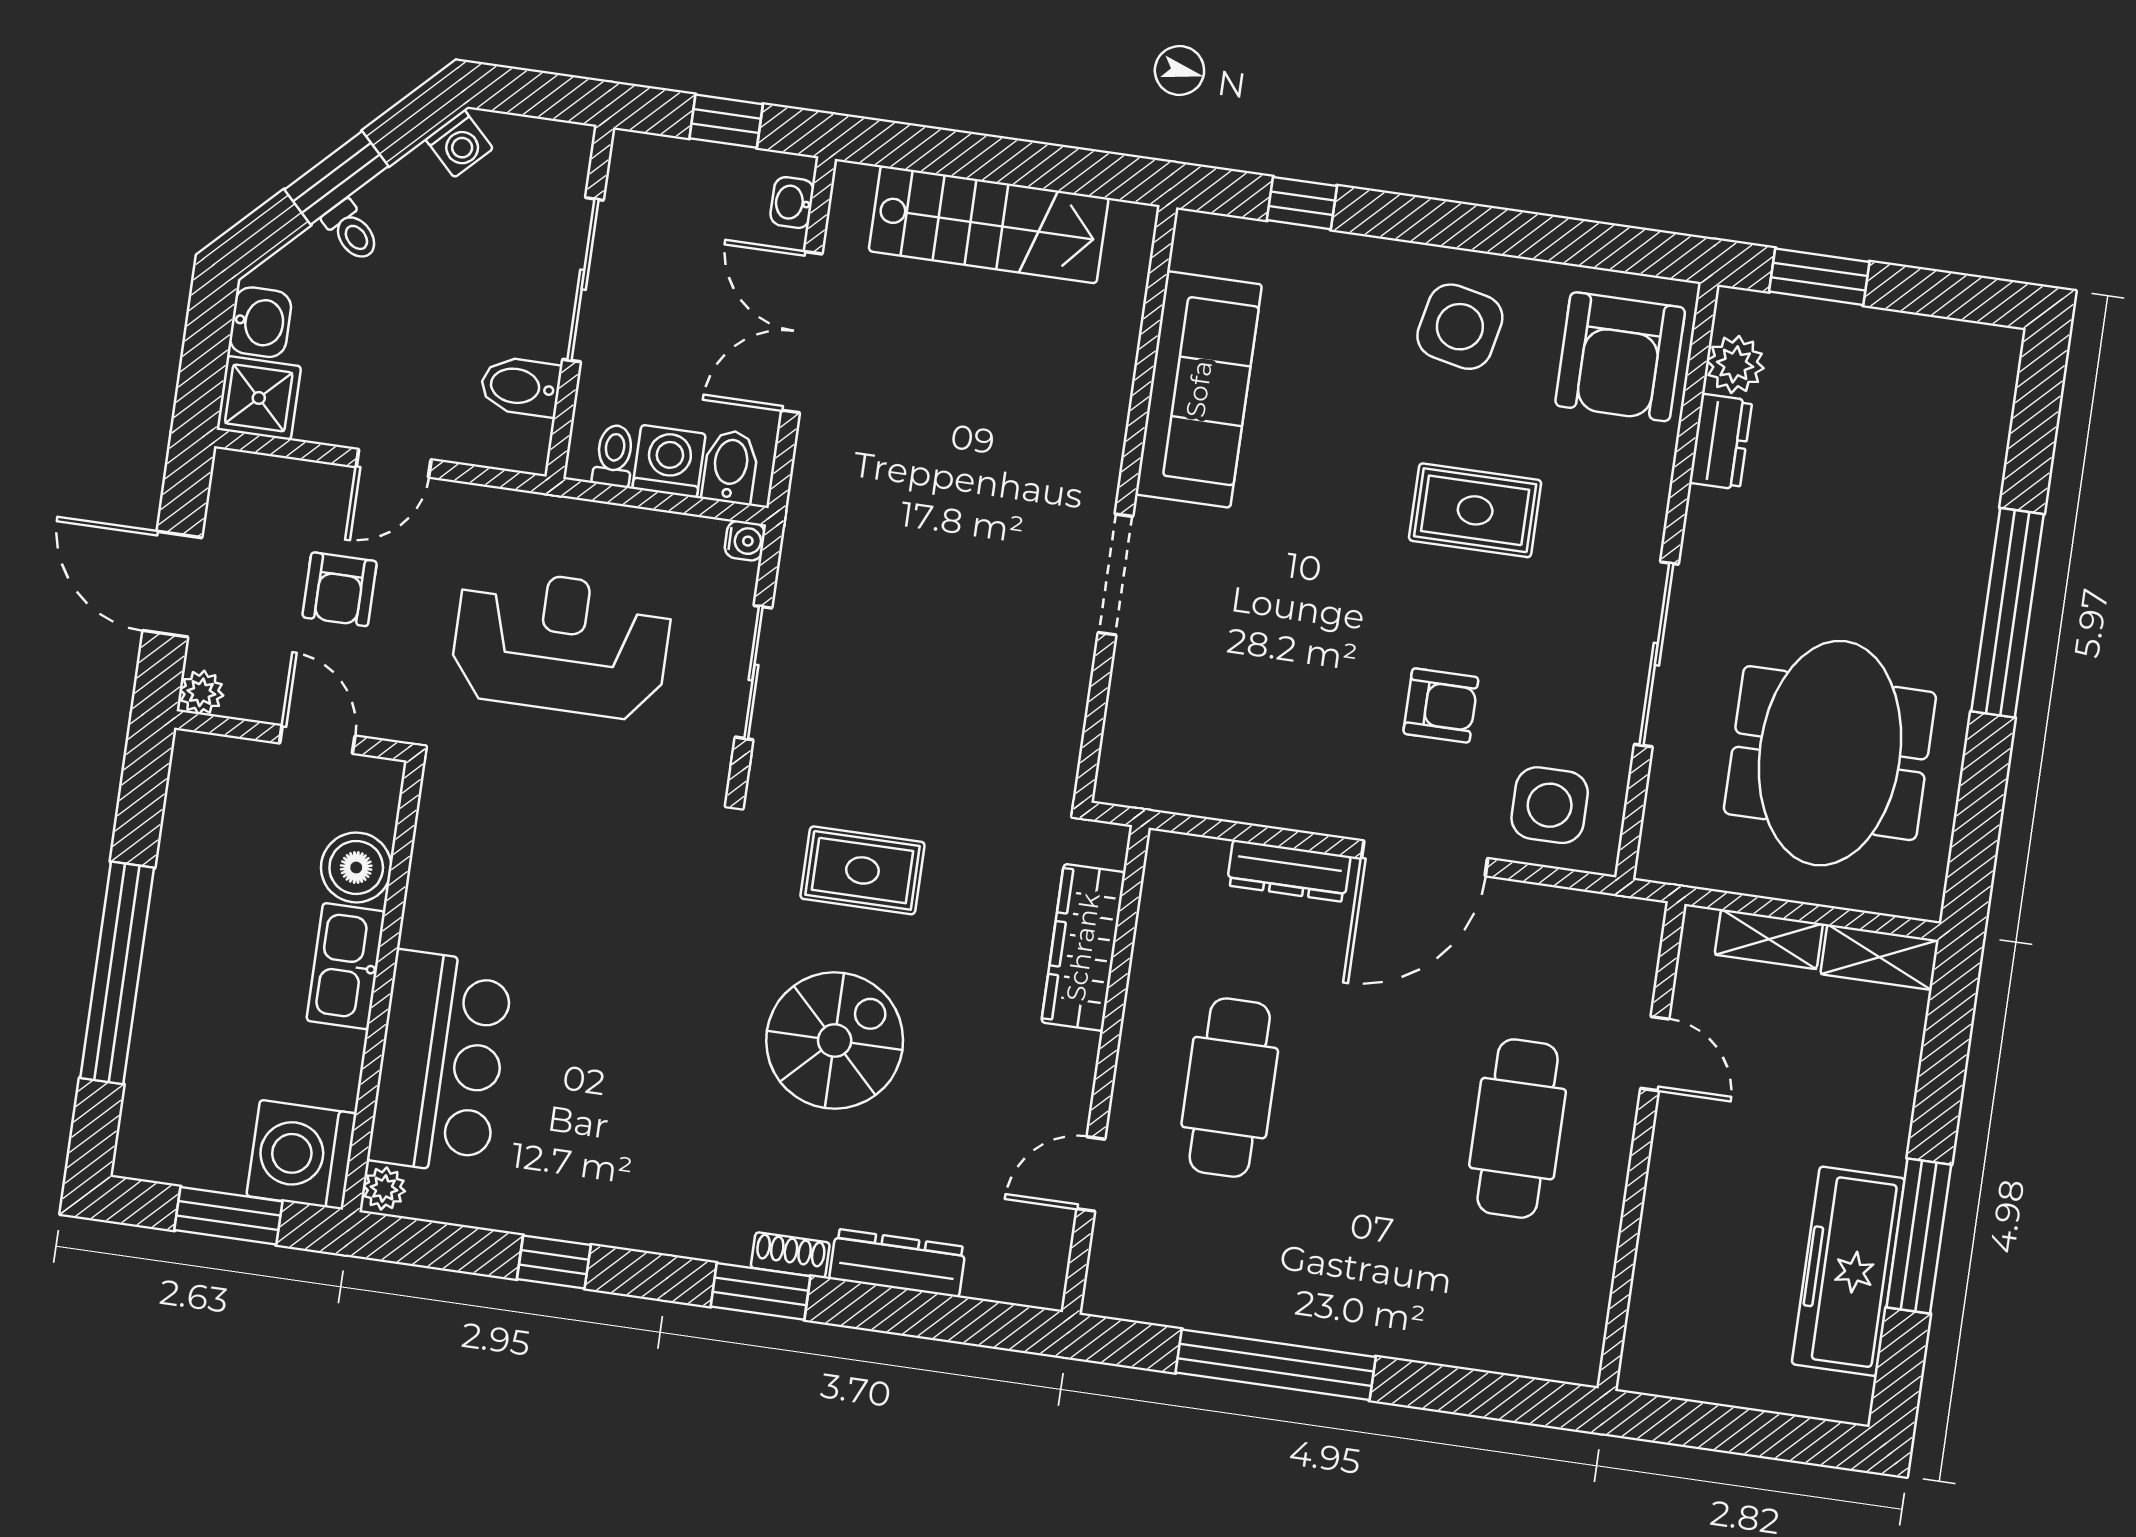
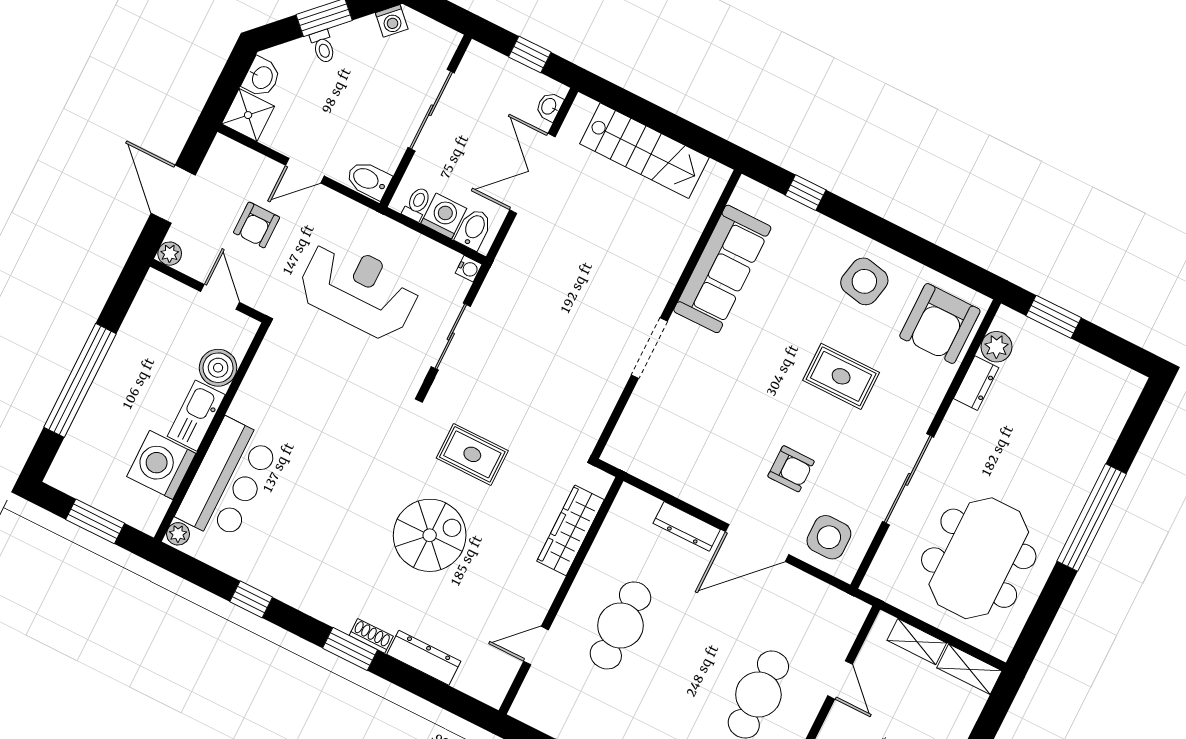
bidet: (520, 387) -> (368, 180), moved
washing machine: (301, 1155) -> (161, 465), moved

